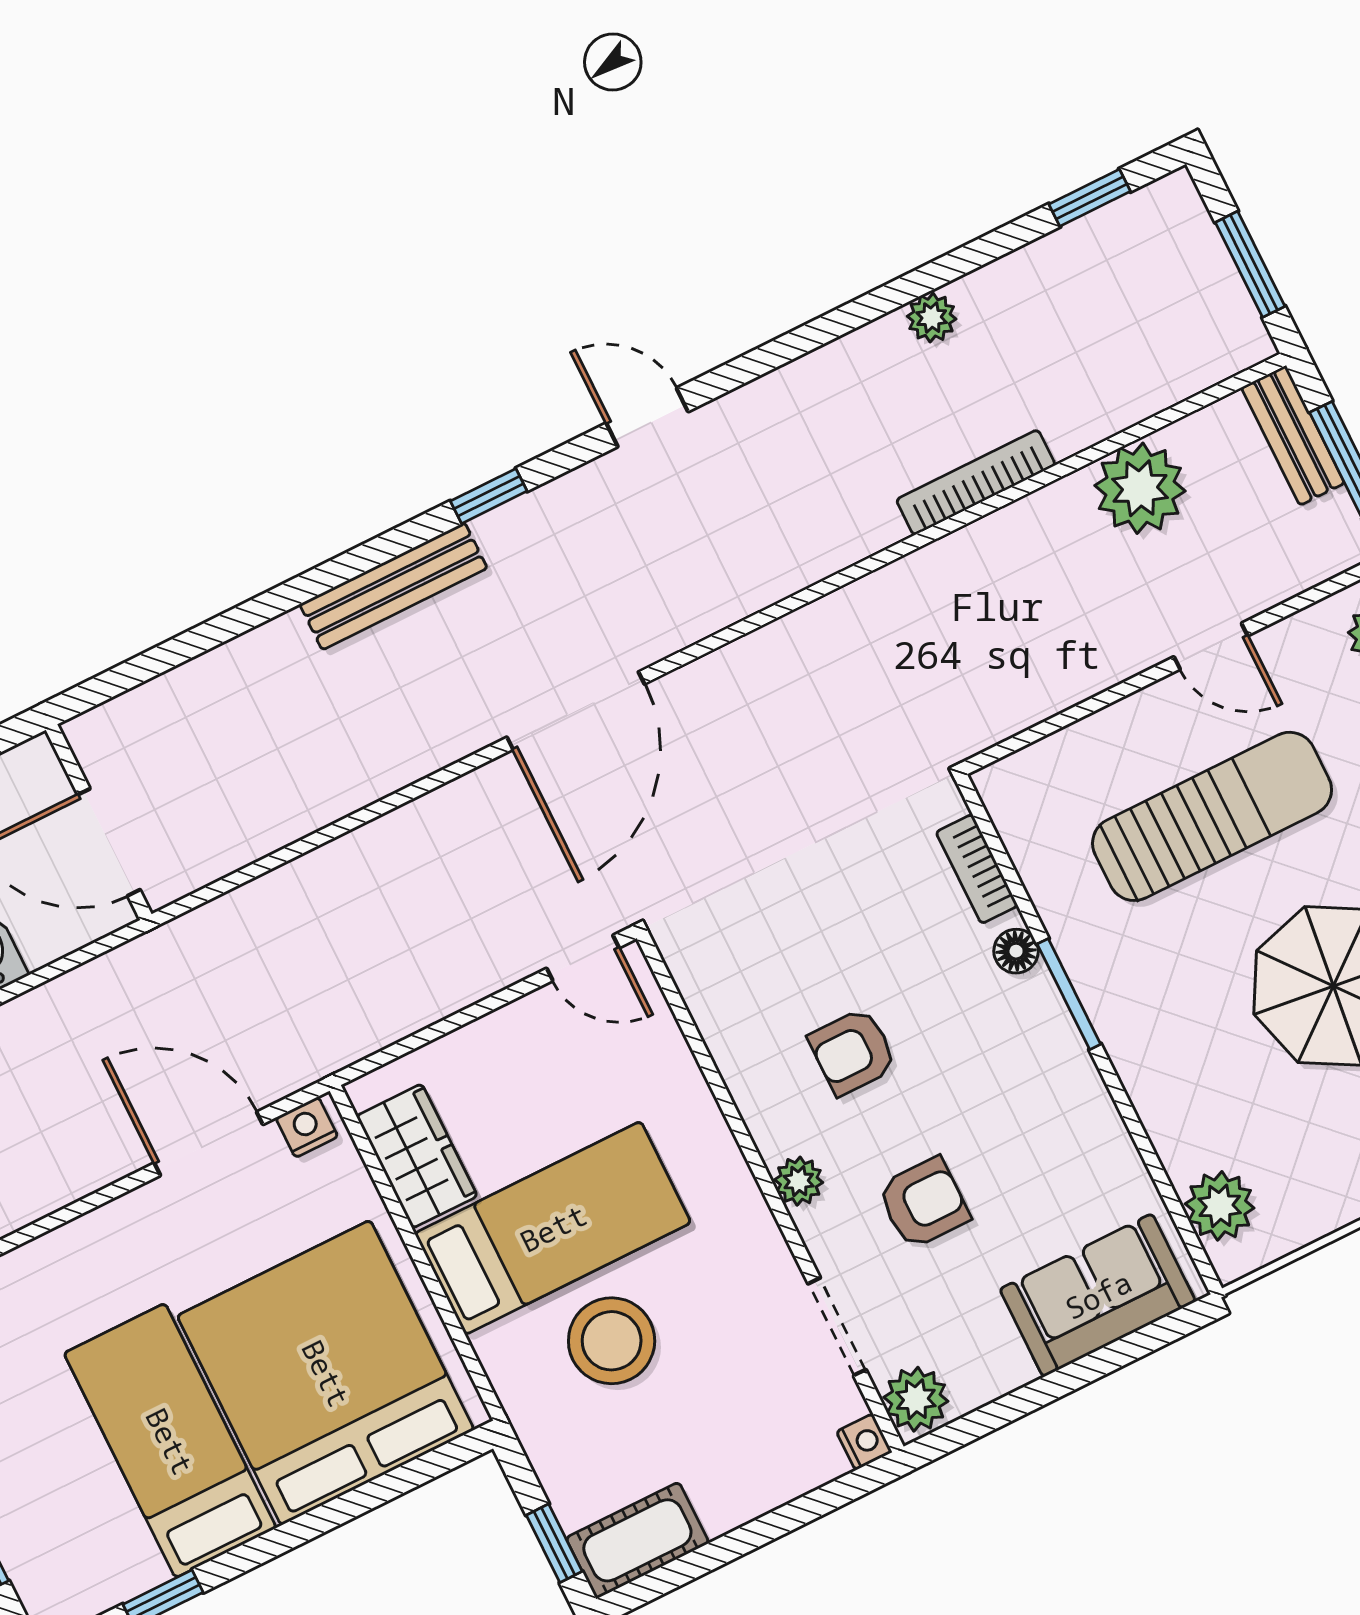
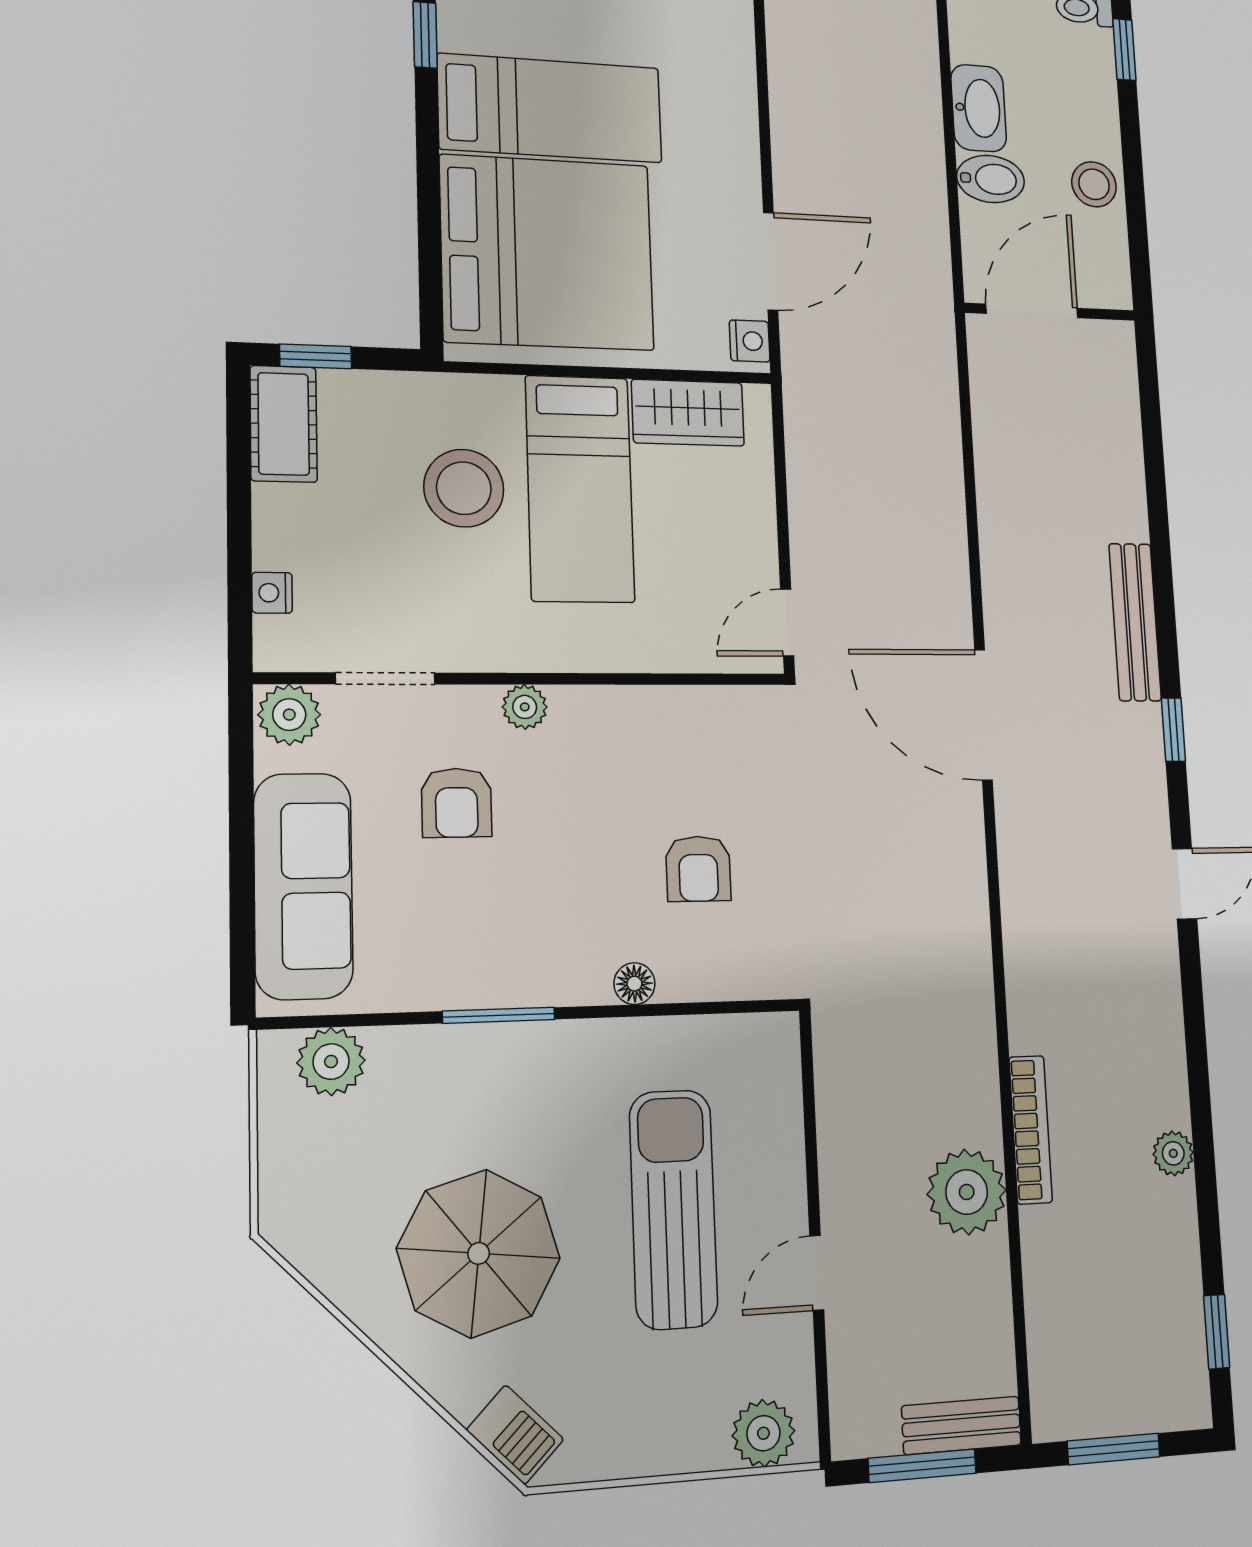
plant: (1140, 488) -> (967, 1192), moved
sun lounger: (1212, 816) -> (673, 1209), turned 180
bookcase: (977, 869) -> (718, 982), removed
window: (1069, 994) -> (499, 1015), moved
armchair: (853, 1052) -> (698, 869), moved, turned 180
sofa: (1098, 1295) -> (303, 886), width x1.36
nightstand: (864, 1442) -> (272, 593), moved, turned 90

